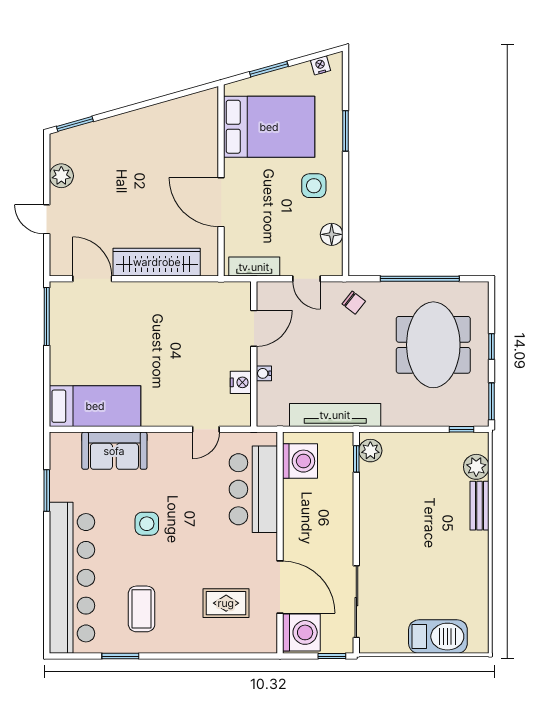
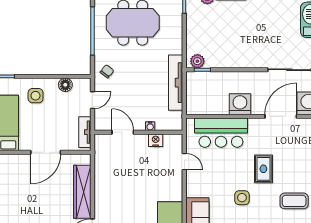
washing machine: (300, 461) -> (240, 104), moved
rug: (226, 603) -> (263, 169), moved

